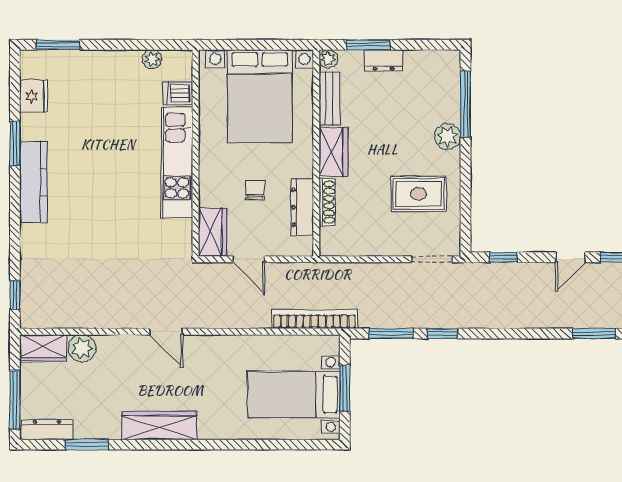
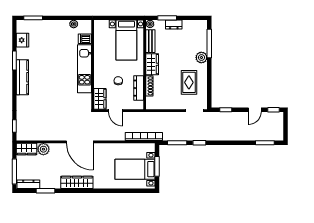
bed with nightstands: (260, 96) -> (126, 40), width x0.73
rug: (419, 194) -> (189, 82), turned 90
door: (166, 332) -> (80, 142), width x1.88

